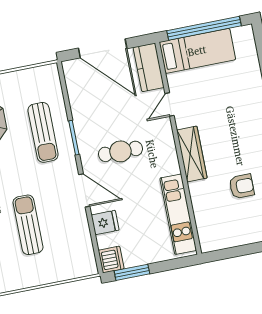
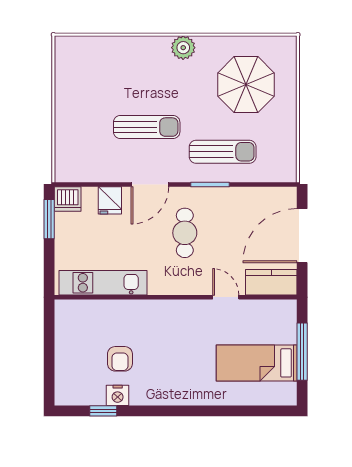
window: (204, 28) -> (302, 352), width x0.68
bed: (197, 51) -> (257, 363), moved, turned 90
sun lounger: (43, 132) -> (223, 152), turned 180
wardrobe: (192, 154) -> (166, 311), removed
sun lounger: (28, 225) -> (147, 127), moved

